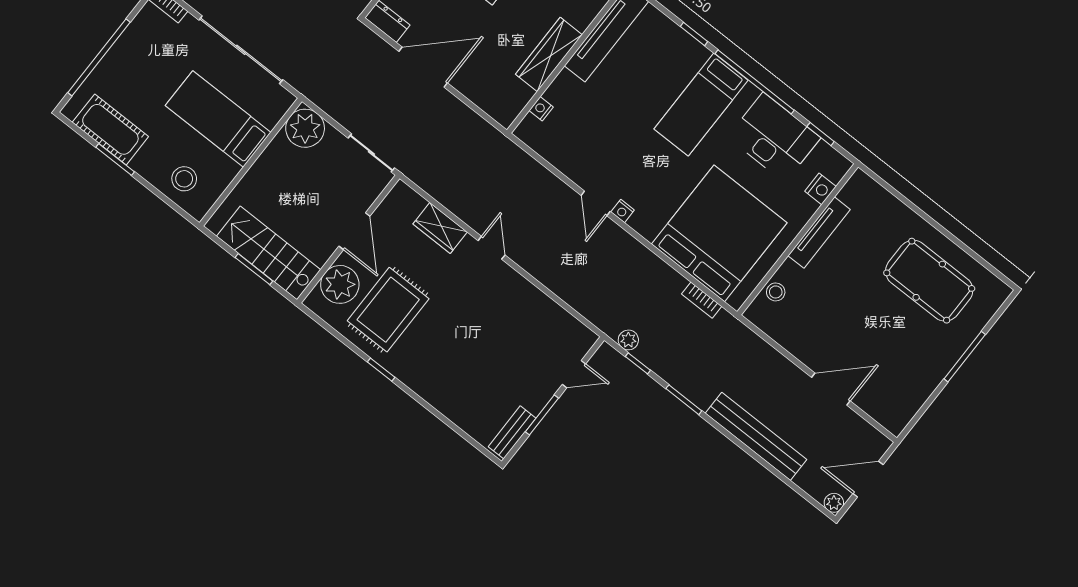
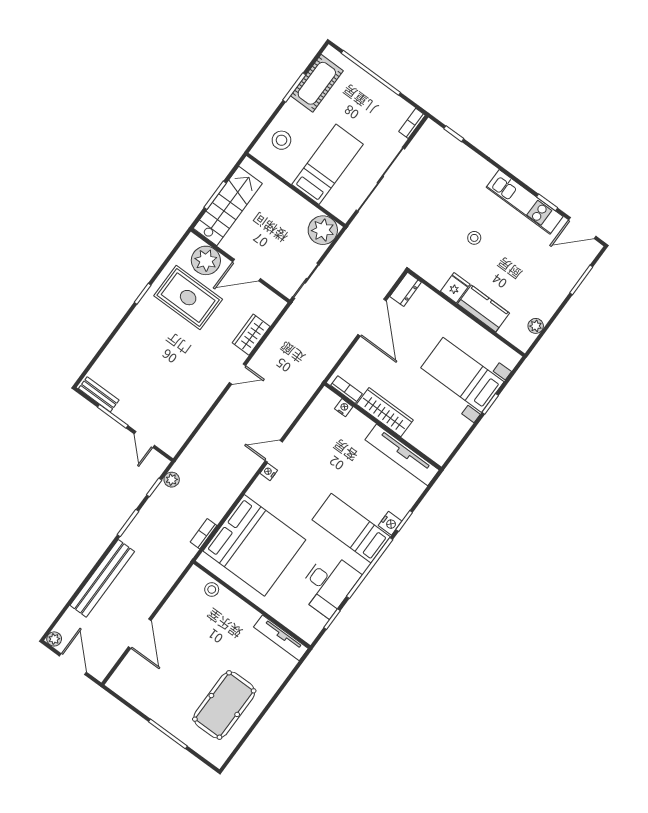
bookcase: (517, 104) -> (347, 390), added
nightstand: (820, 189) -> (390, 523), moved, turned -90
tv unit: (819, 233) -> (281, 638), moved

